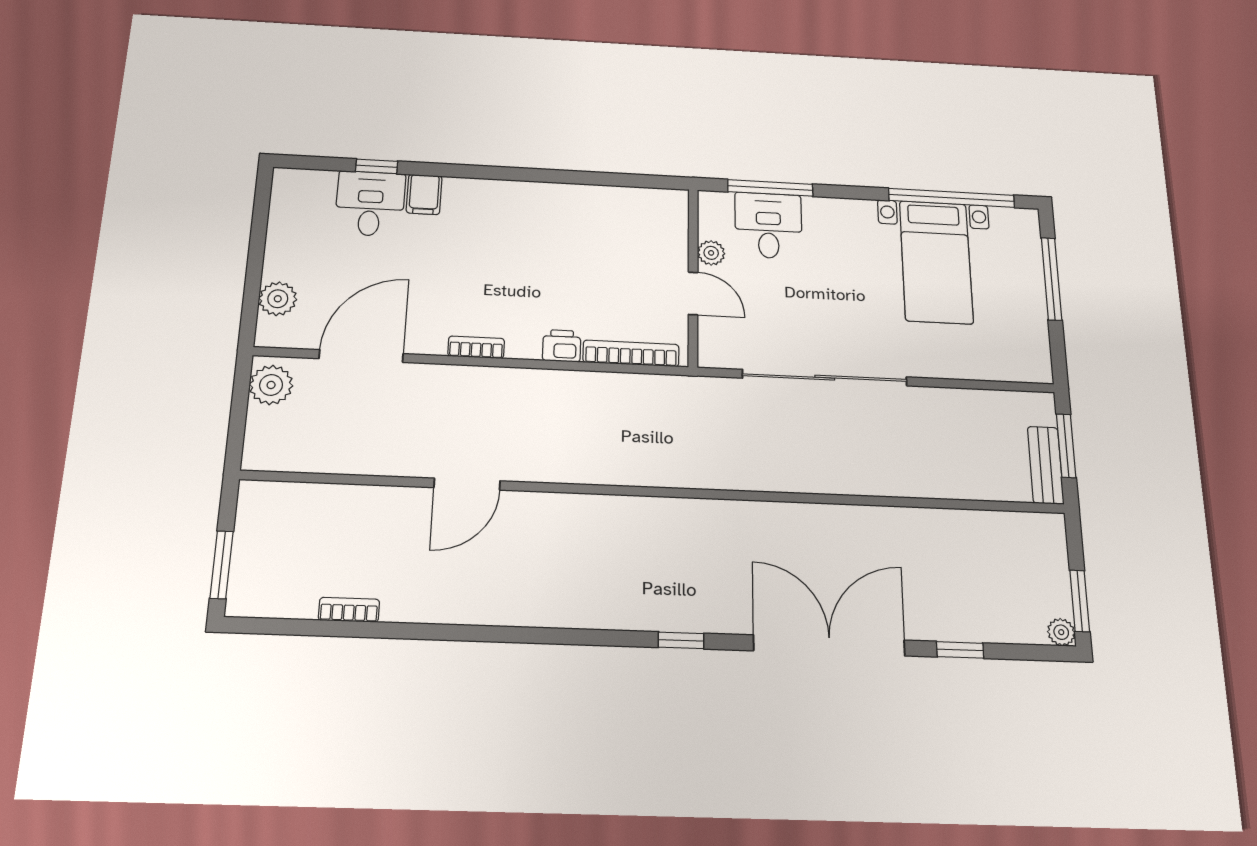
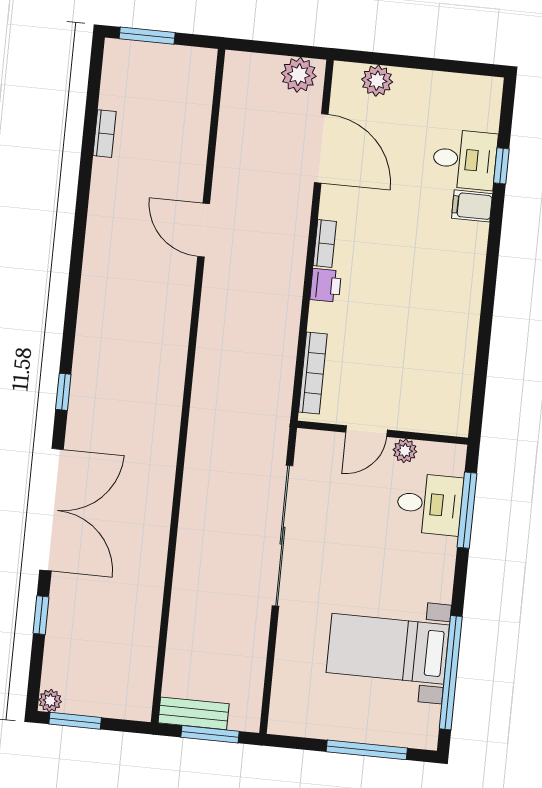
printer: (562, 346) -> (326, 285), moved

